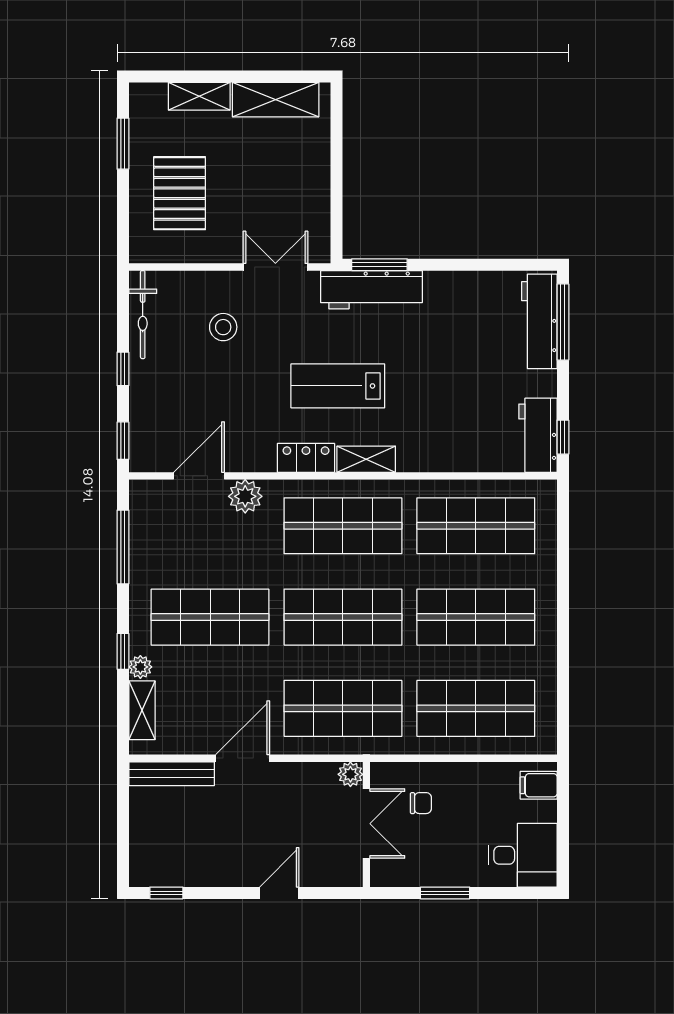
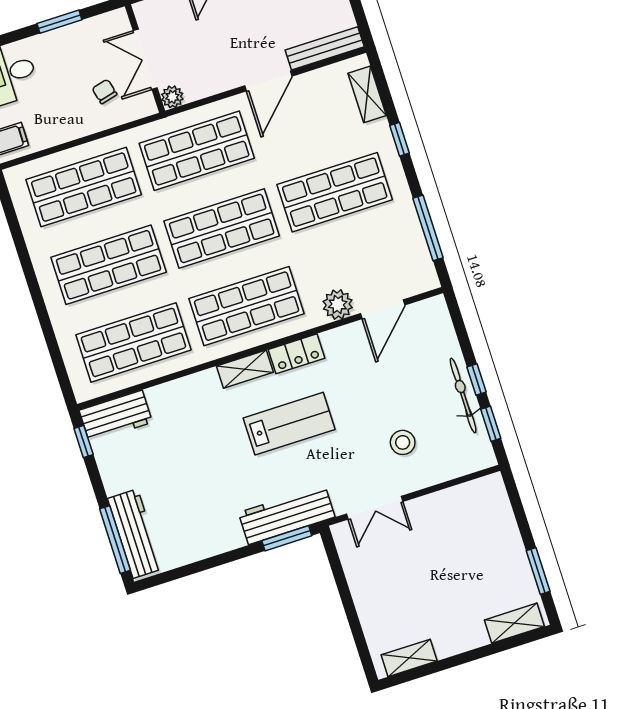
shelving: (199, 96) -> (514, 623), moved
shelving: (276, 100) -> (409, 658), width x0.67, depth x0.75
pallet: (180, 193) -> (476, 544), removed
bicycle: (143, 315) -> (463, 396), moved
workbench: (538, 435) -> (116, 416), moved, turned 90
window: (123, 441) -> (491, 424), moved
plant: (140, 667) -> (380, 131), removed
chair: (421, 803) -> (105, 92), turned 76

